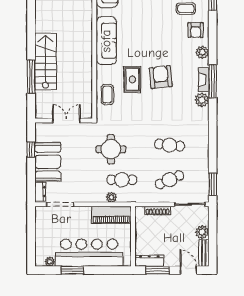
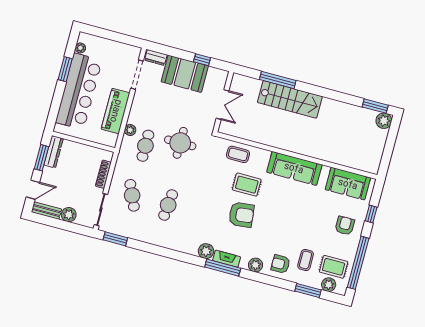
piano: (111, 215) -> (116, 111), moved

